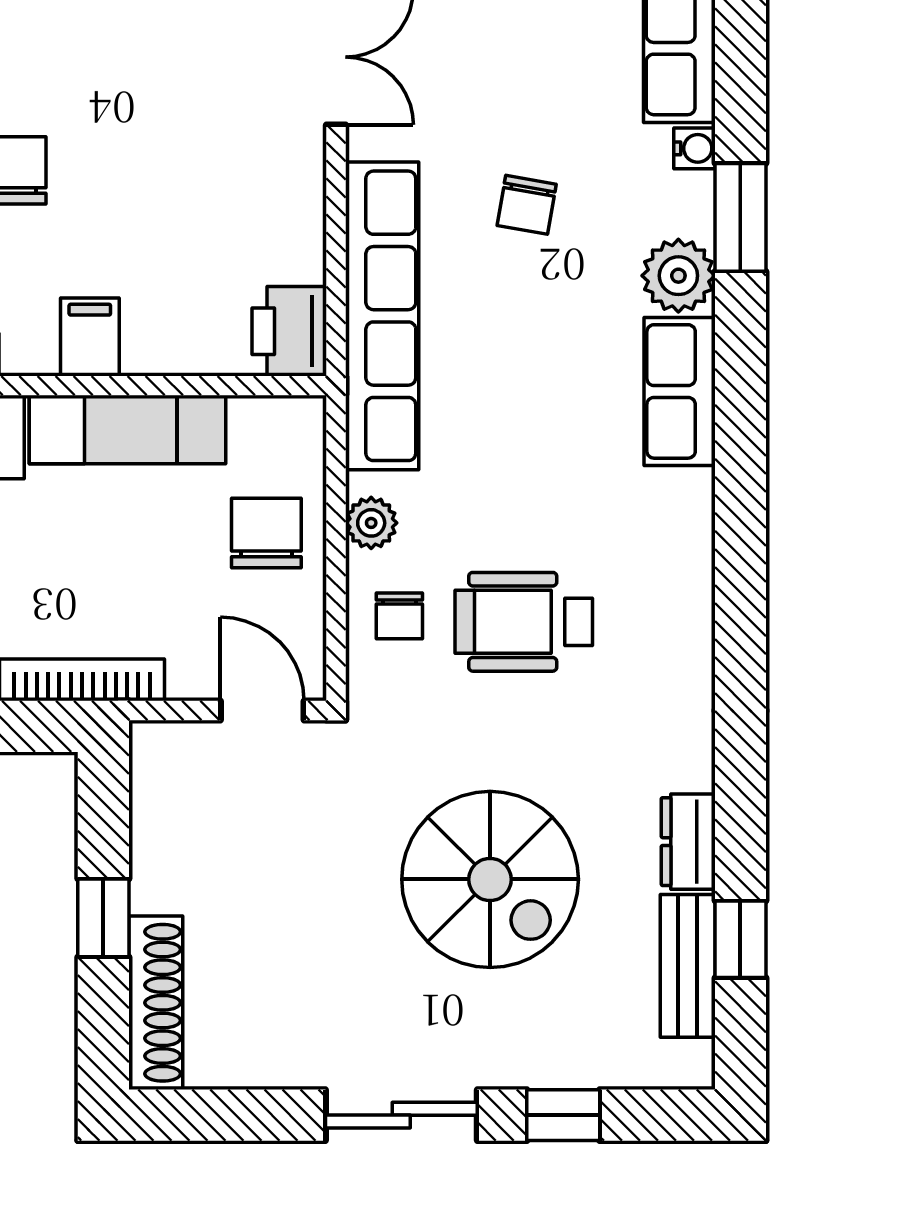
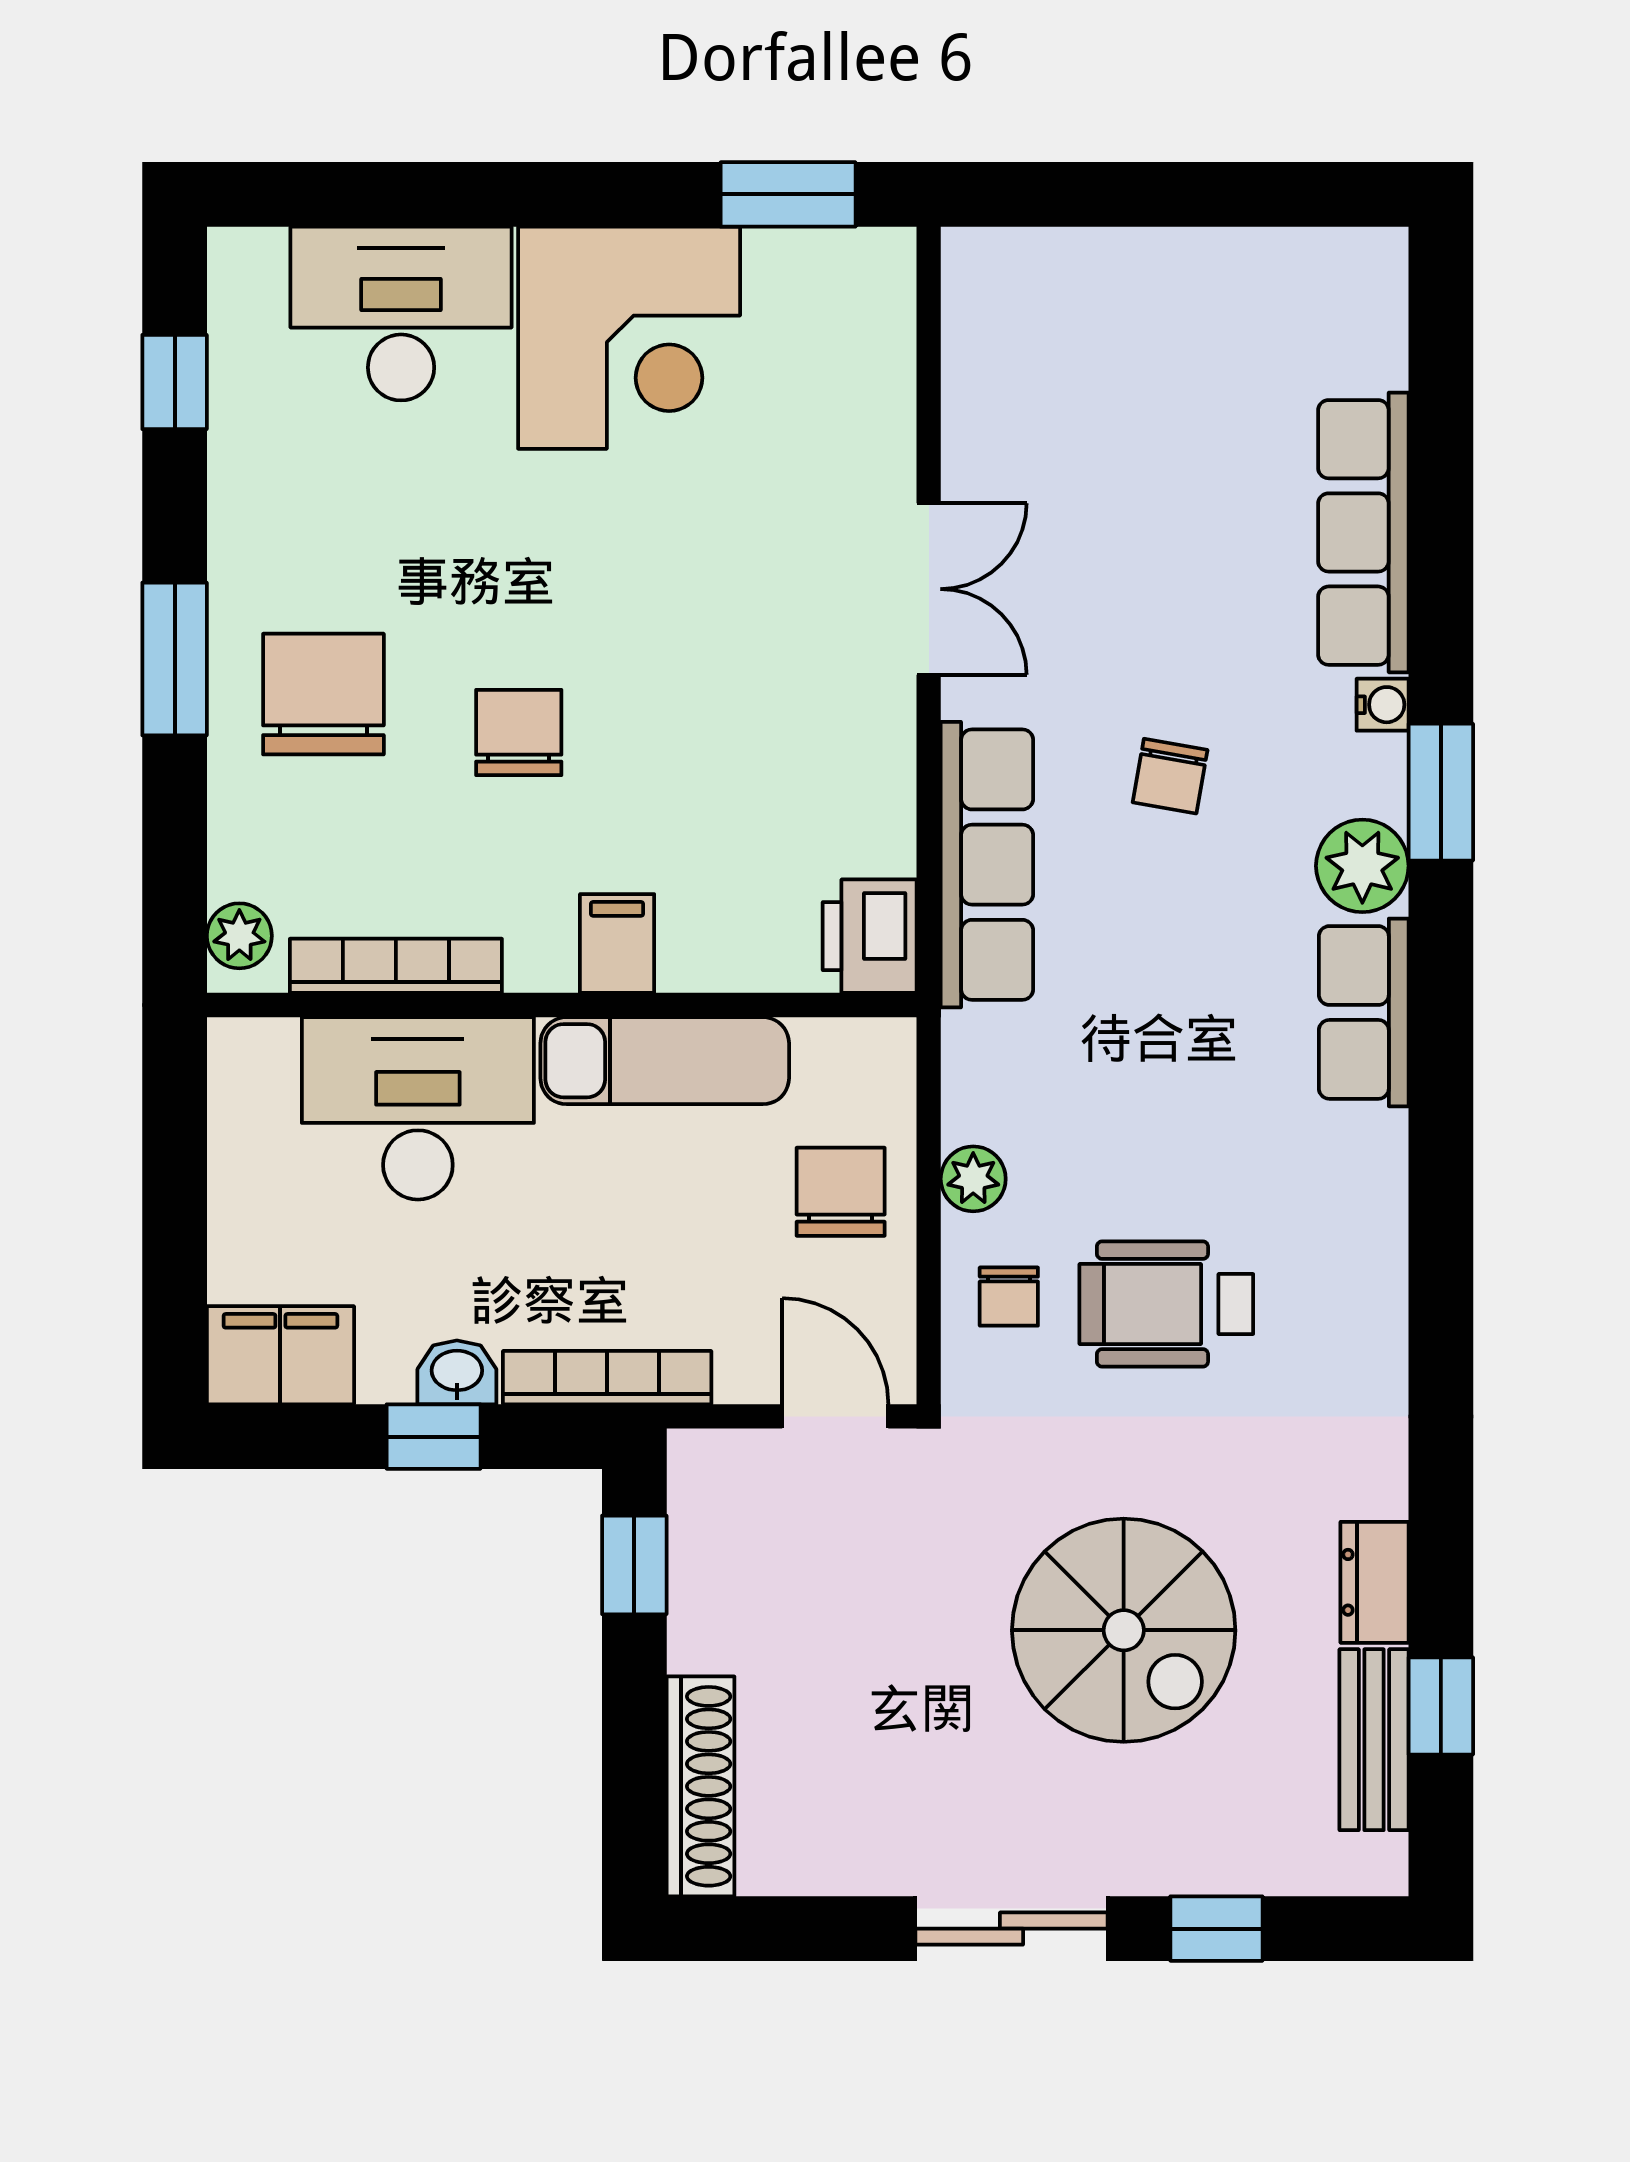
row of seats: (382, 316) -> (987, 865), width x0.73
window: (103, 918) -> (634, 1565), moved

